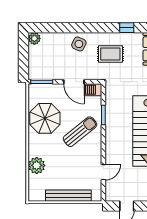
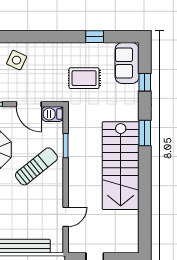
side table: (79, 44) -> (17, 60), moved
rug: (110, 54) -> (84, 78), moved

